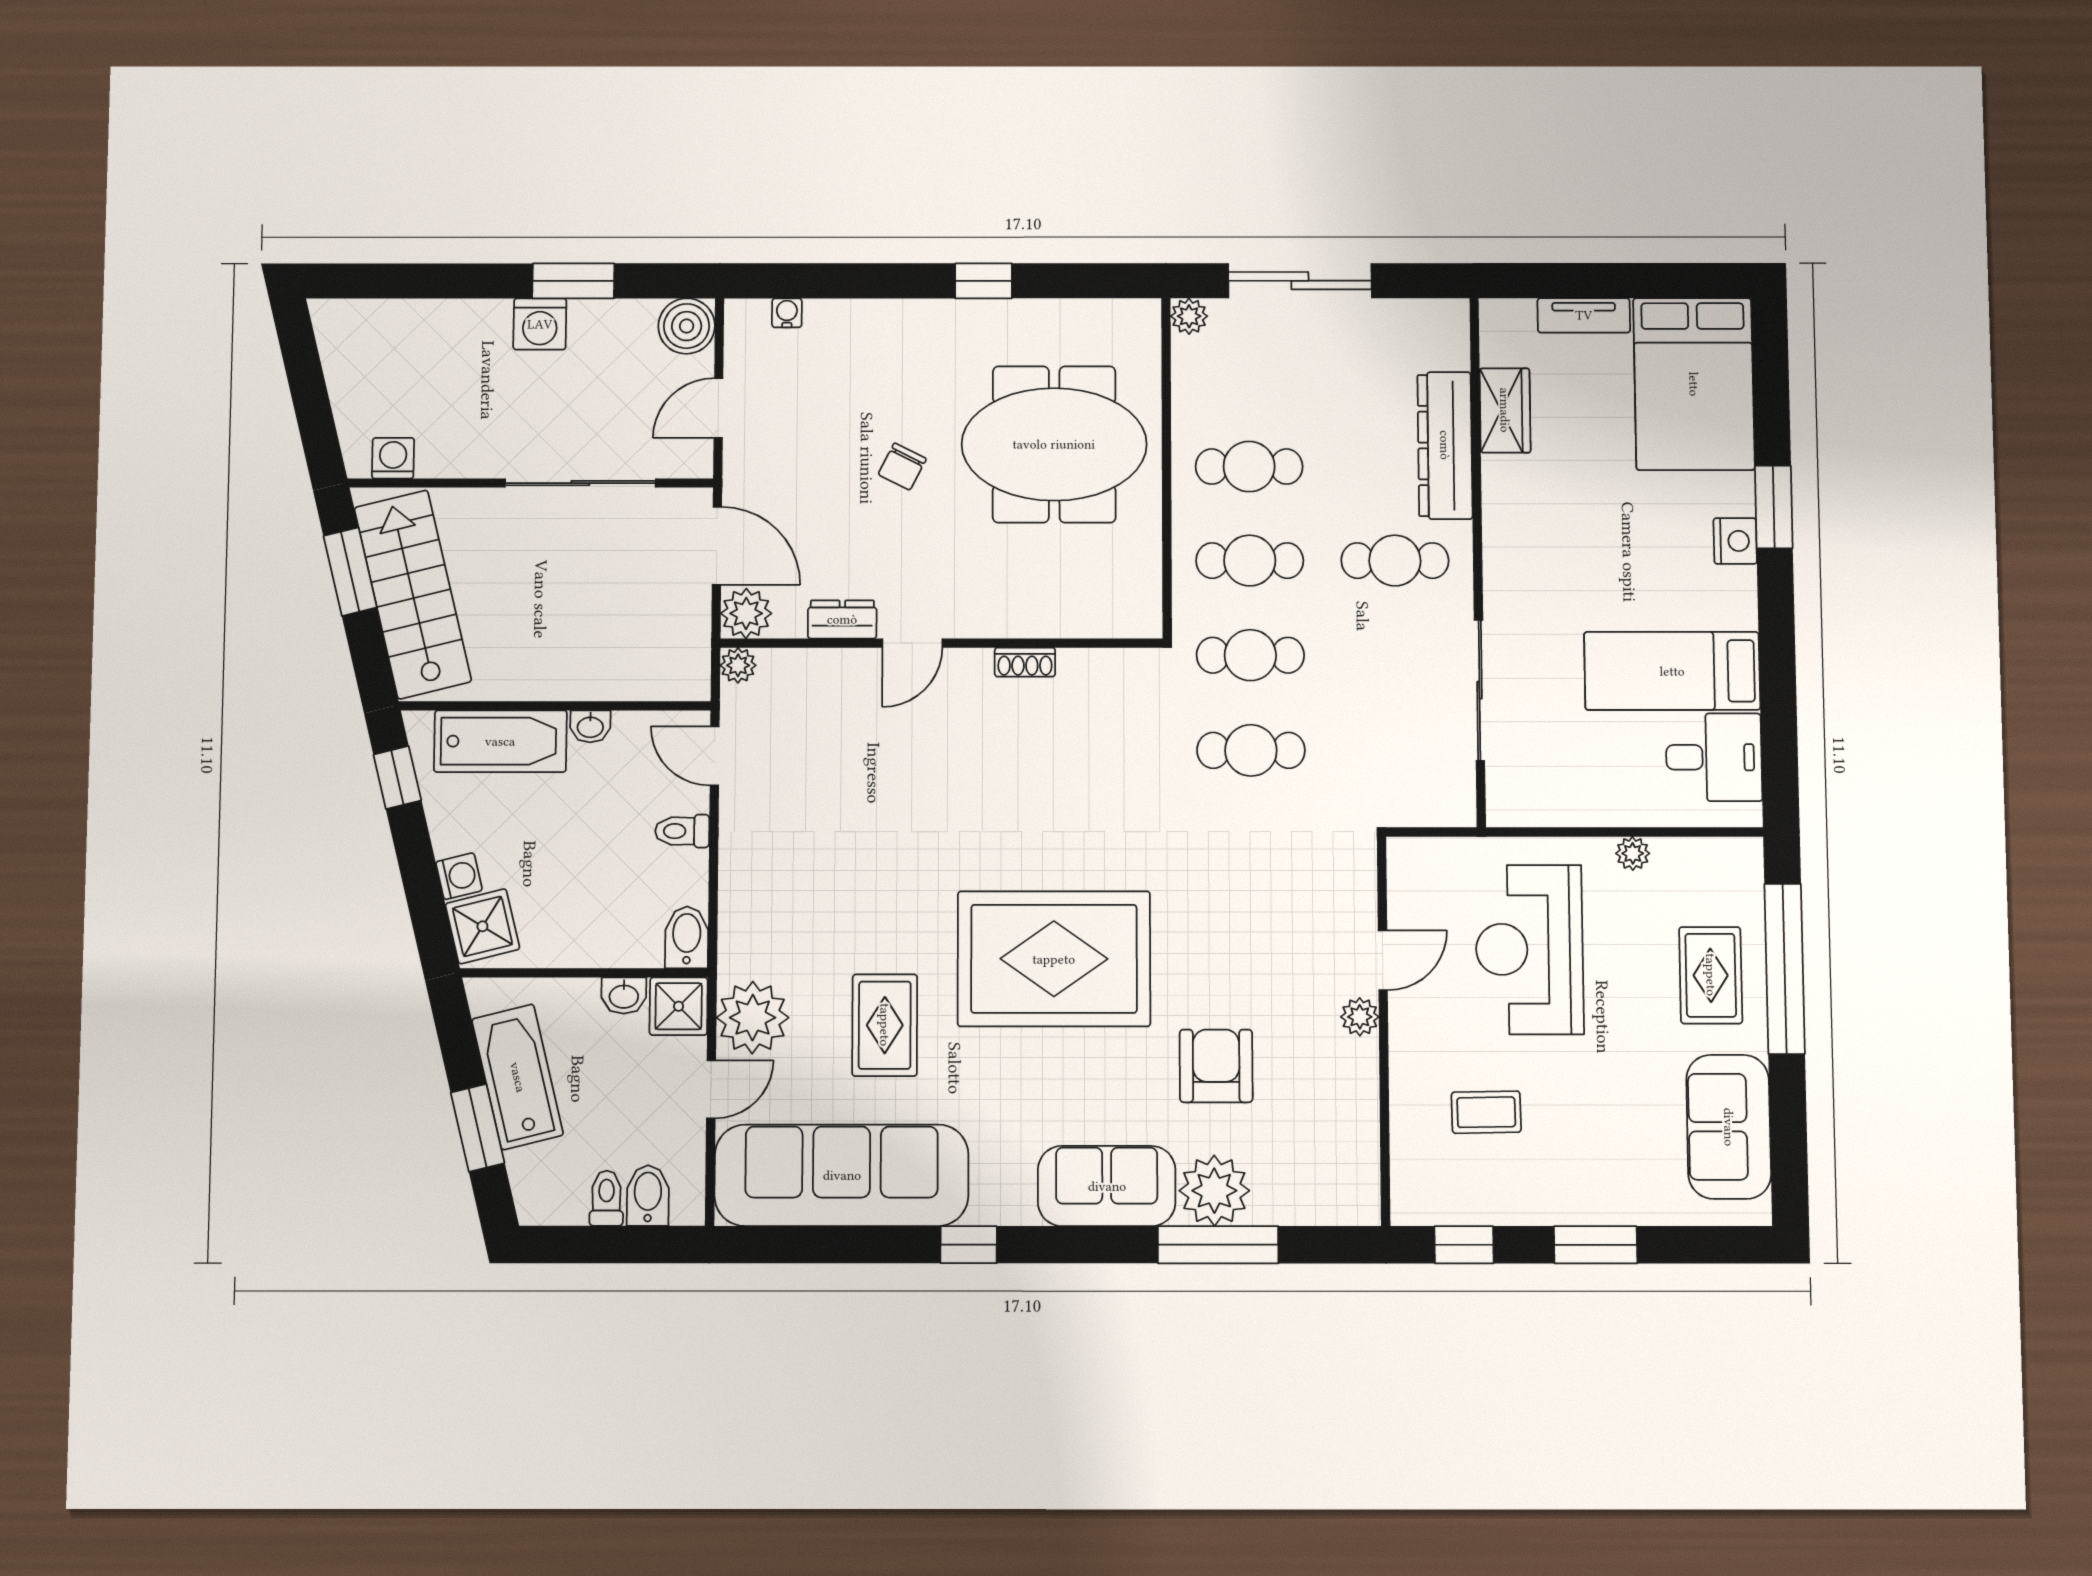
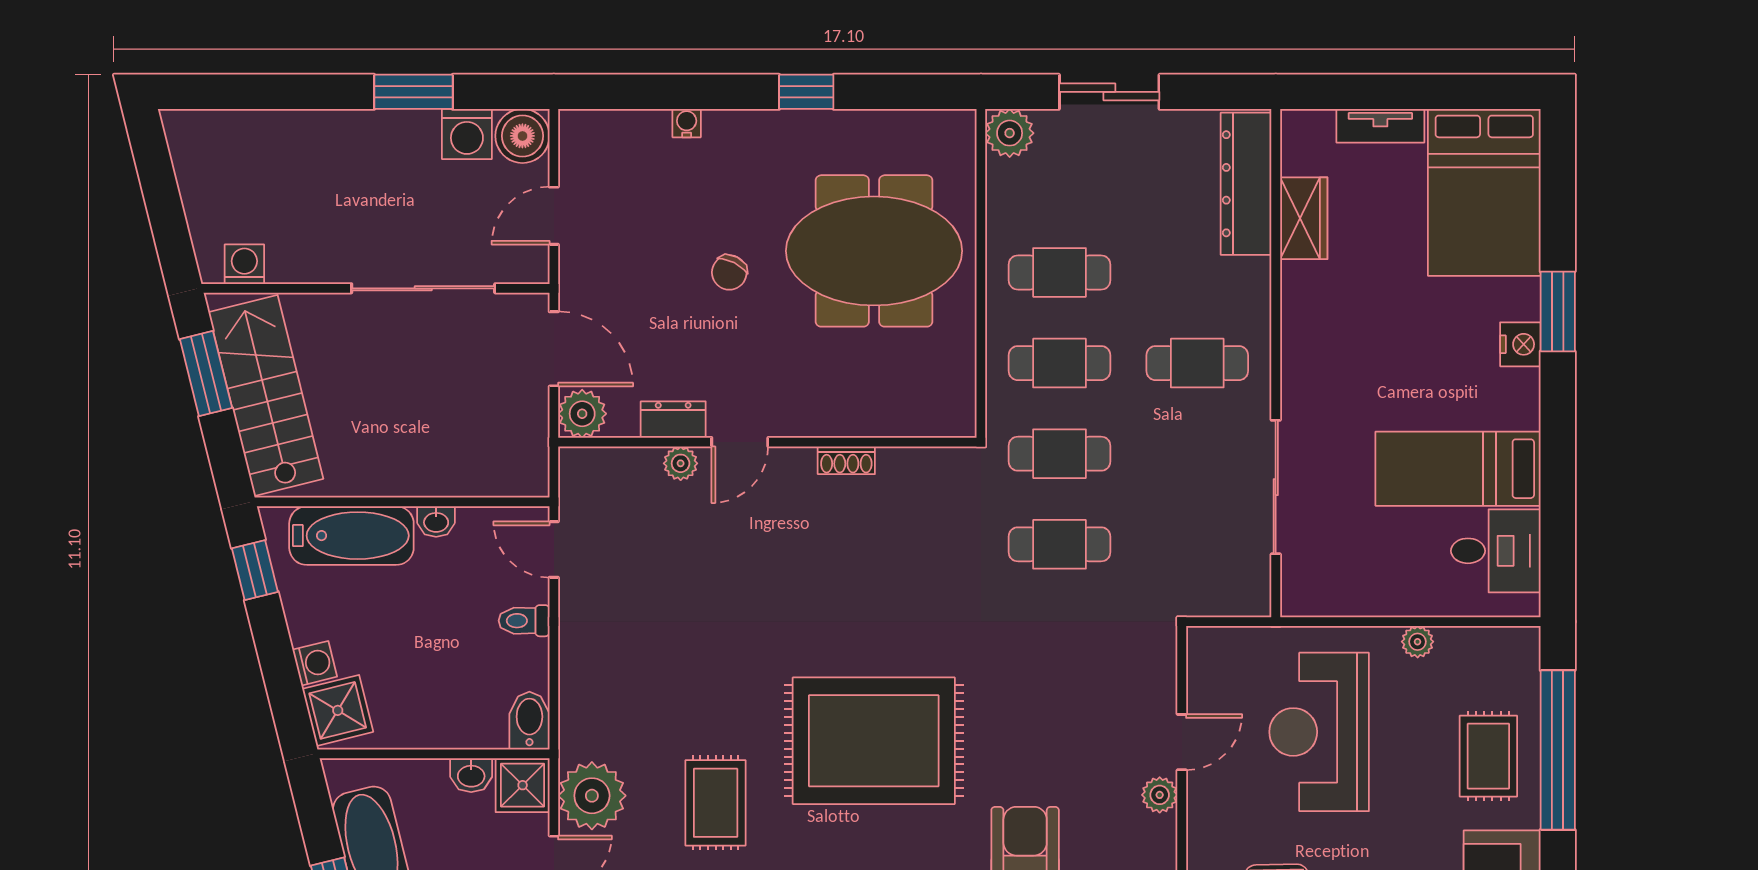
sliding door: (1300, 281) -> (1109, 92), width x0.73
water cooler: (787, 313) -> (687, 123), moved
plant: (1189, 316) -> (1010, 133), width x1.38, depth x1.38
washing machine: (540, 324) -> (467, 134), moved
dresser: (1445, 445) -> (1246, 184), moved
plant: (738, 665) -> (681, 463), moved

